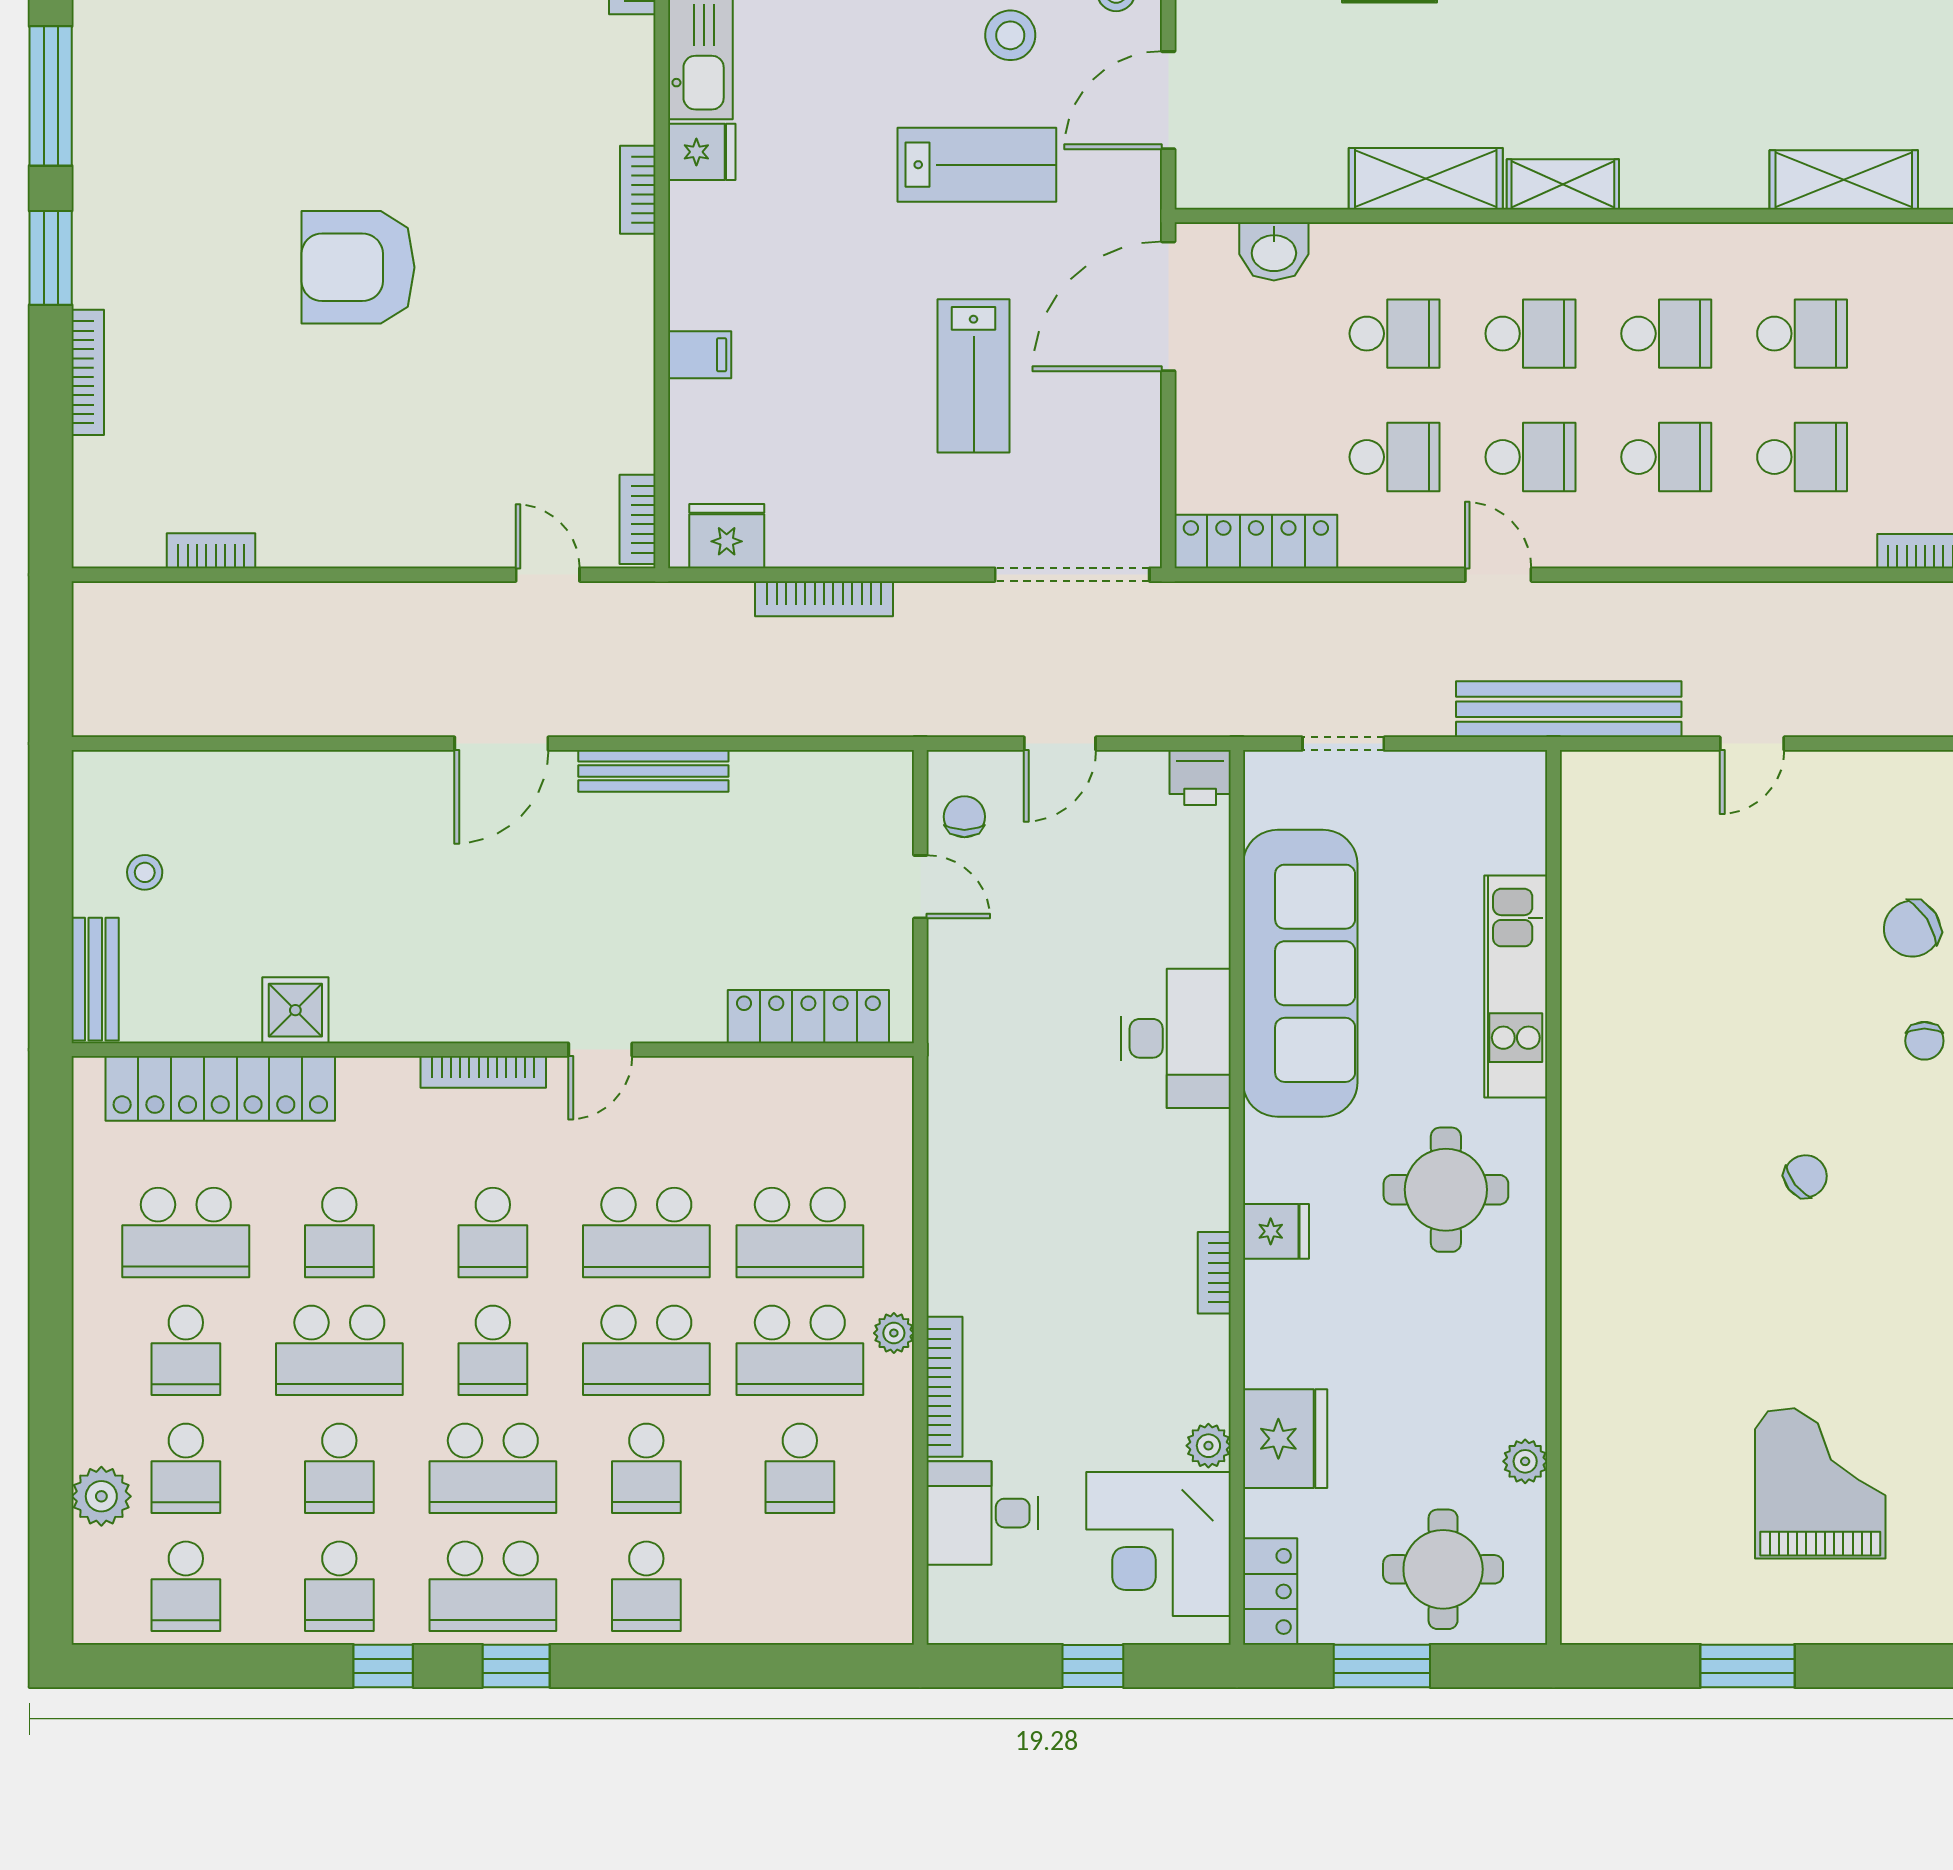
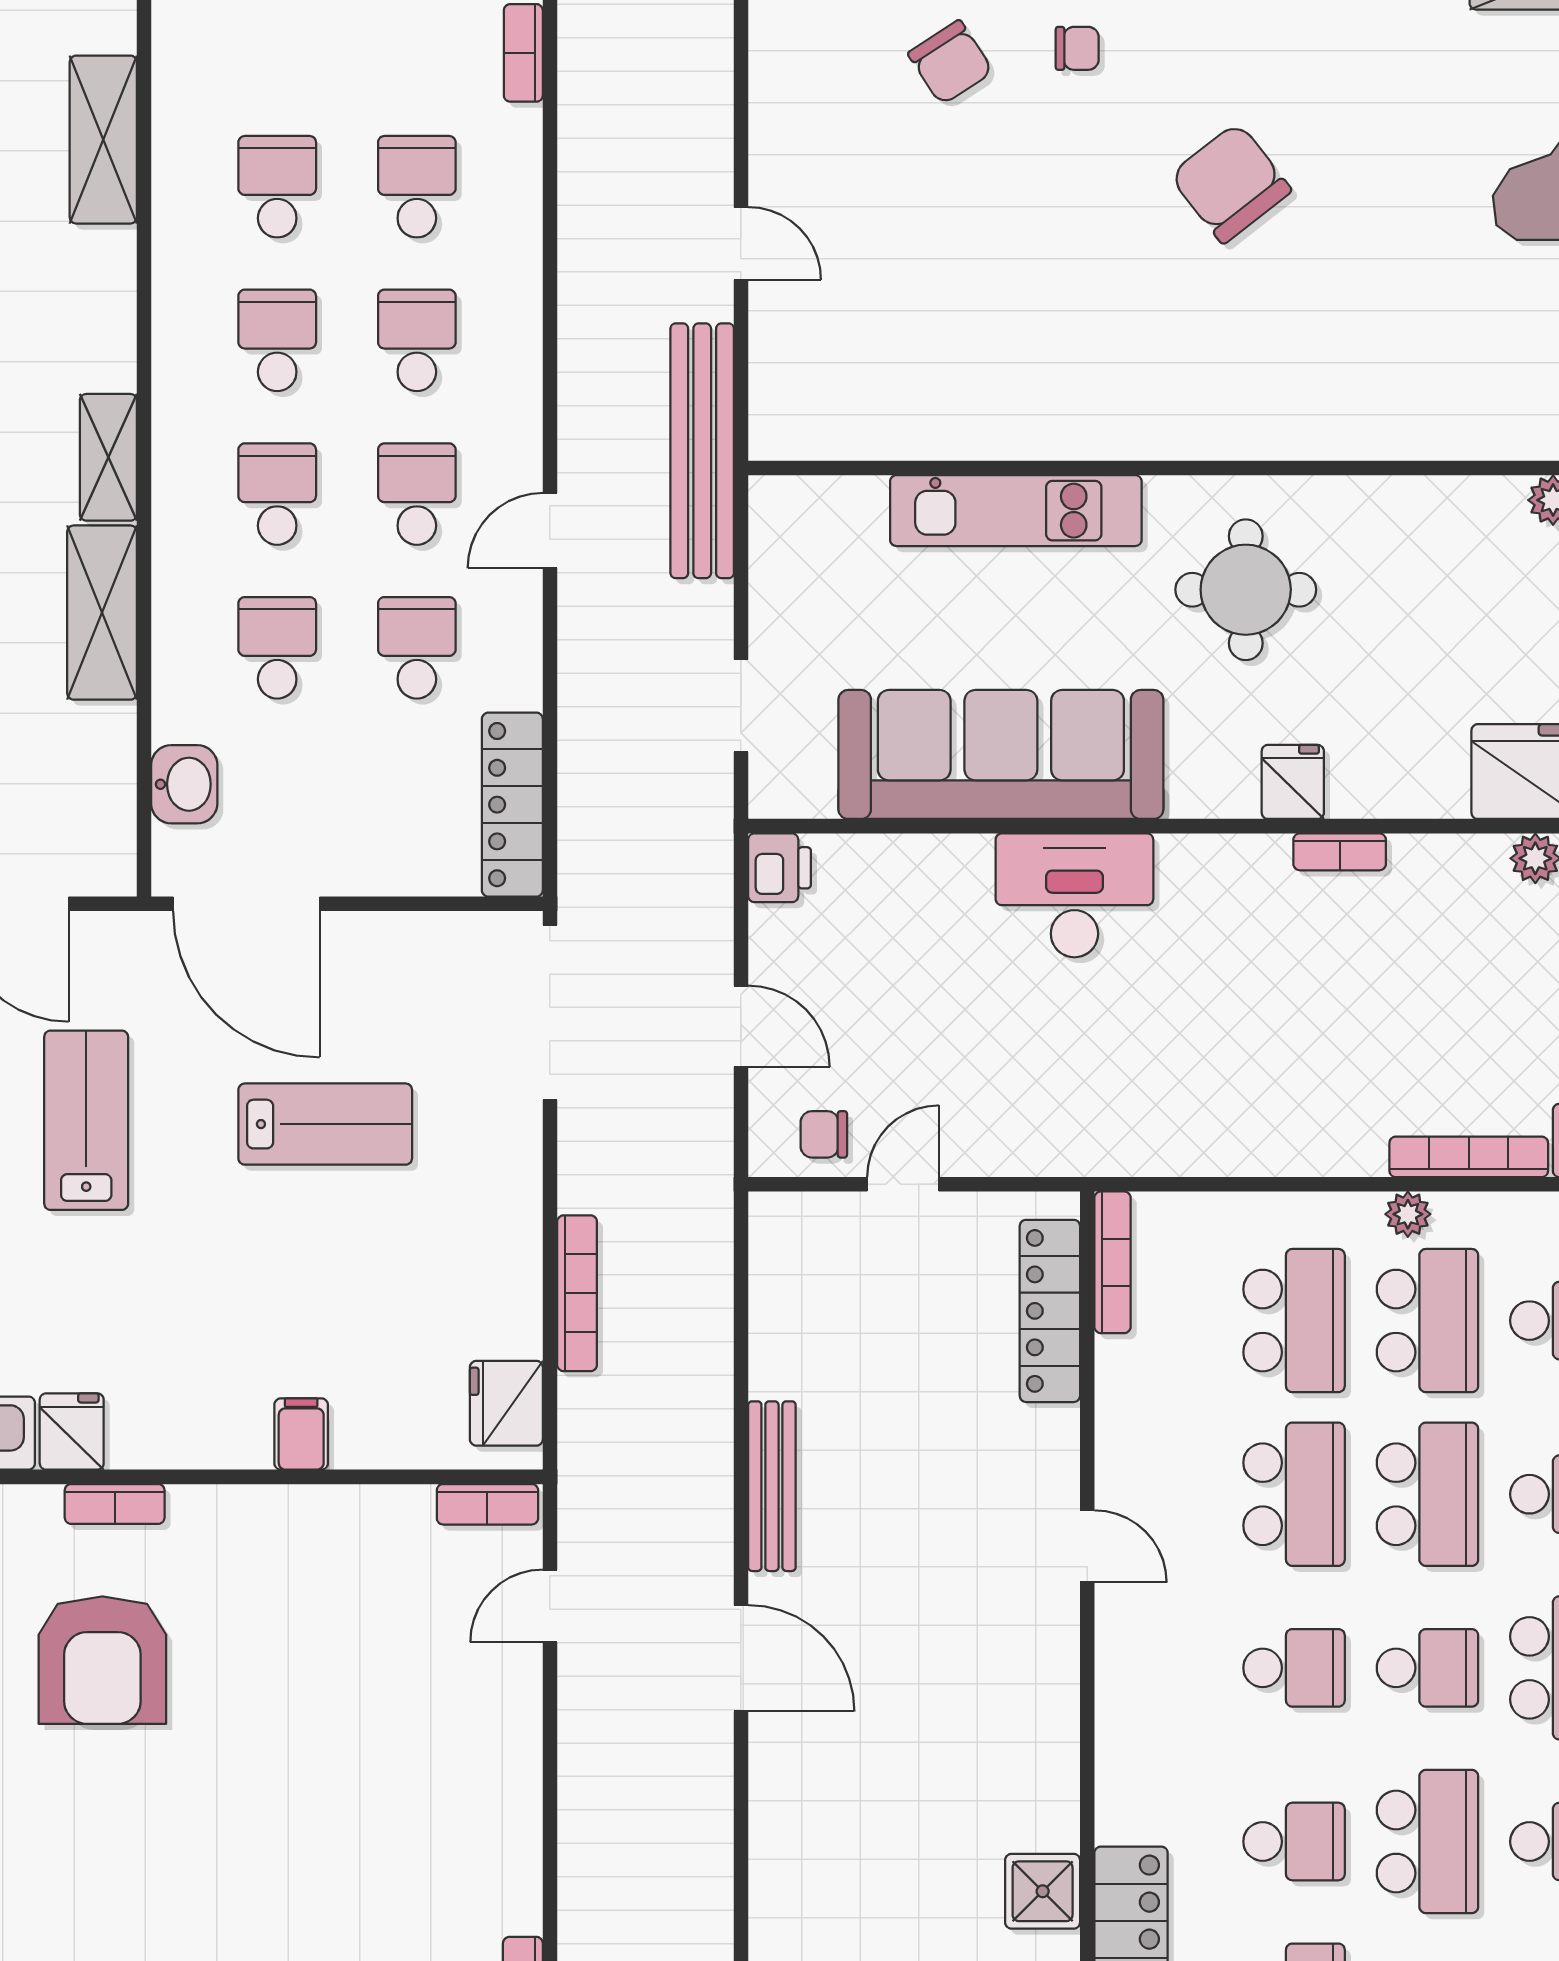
armchair: (358, 267) -> (102, 1660), moved
bookcase: (483, 1072) -> (1113, 1262), moved
chair: (1805, 1176) -> (1231, 183), width x1.87, depth x1.87

